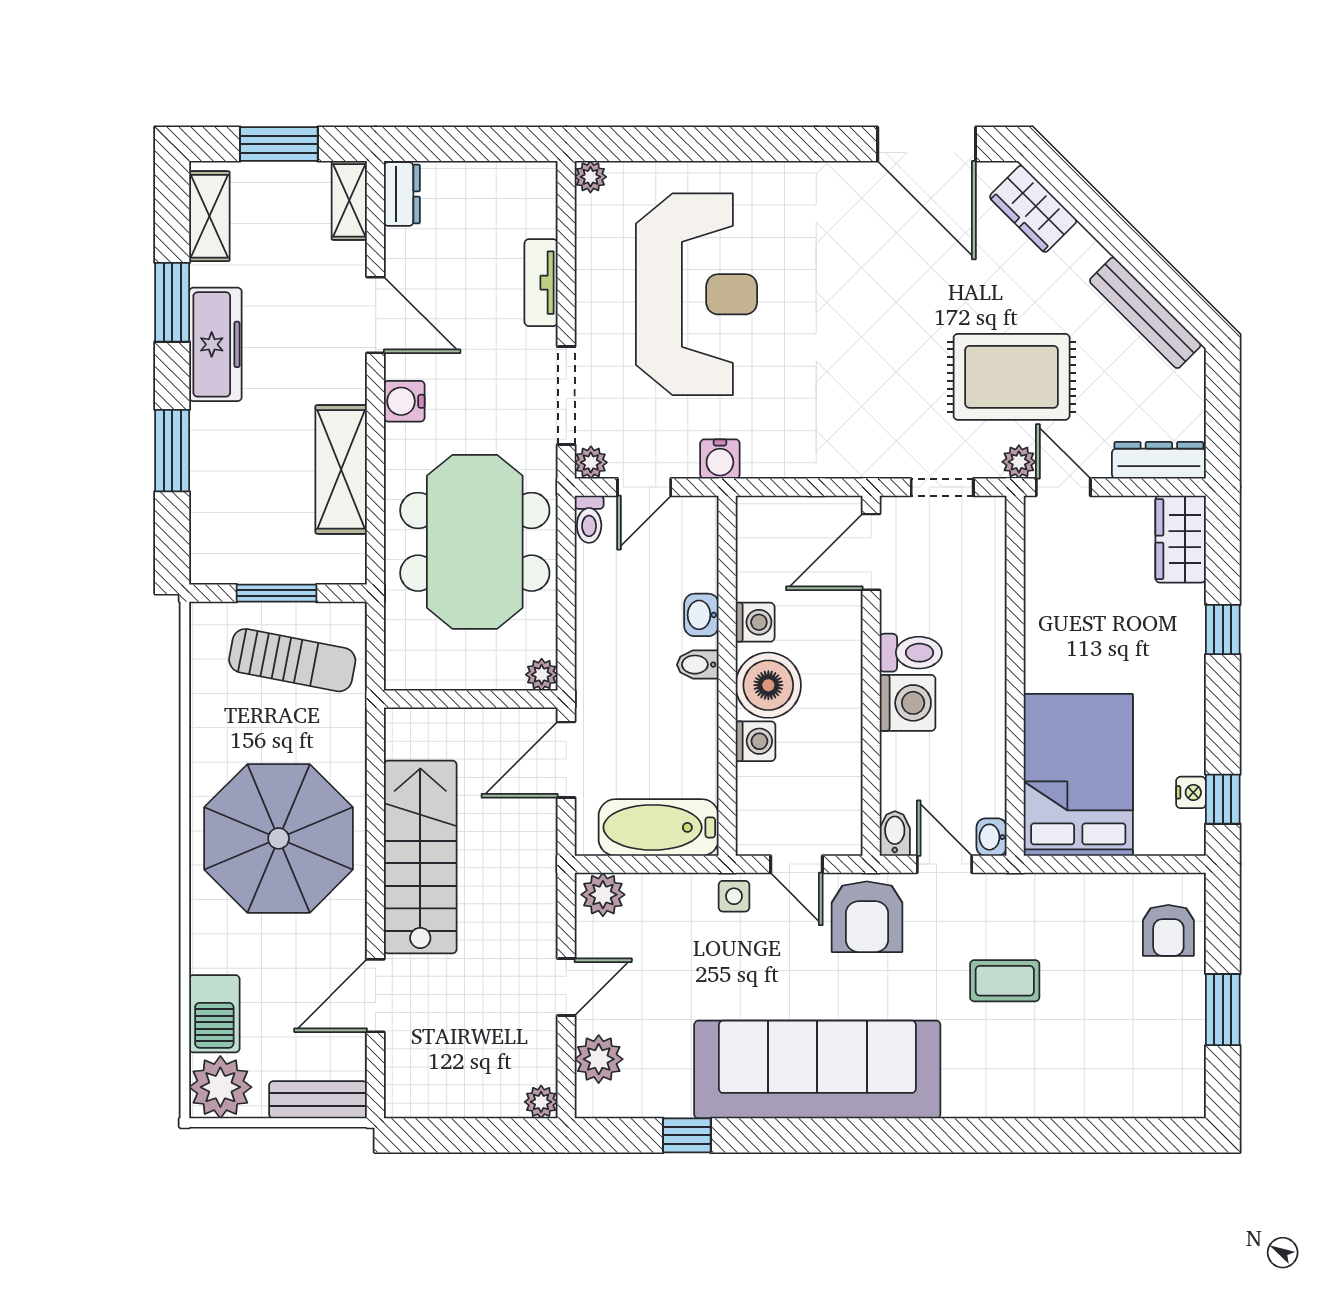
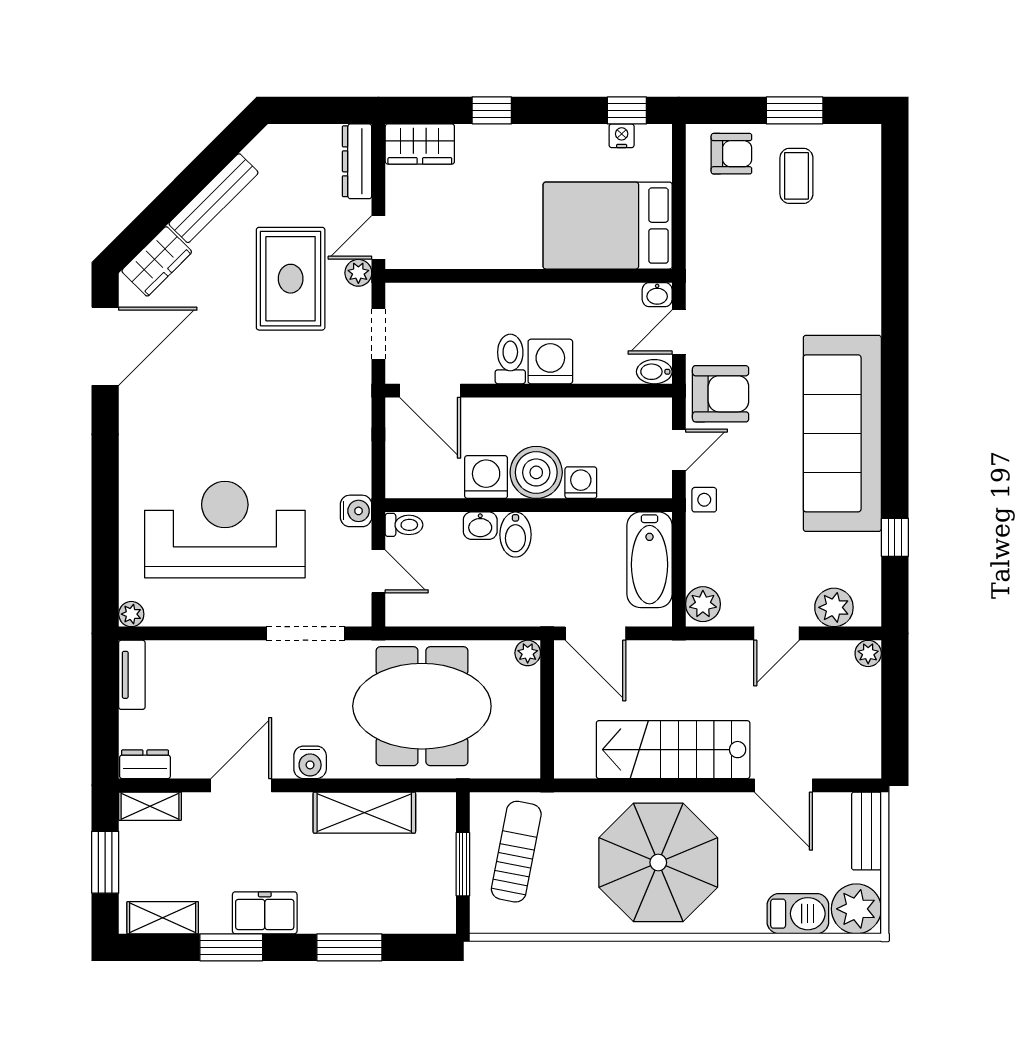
tv unit: (541, 283) -> (132, 675), moved, turned -90
bench: (1145, 313) -> (214, 198), moved
freezer: (215, 344) -> (265, 913), width x0.71
plant: (591, 462) -> (359, 614), removed
toilet: (589, 519) -> (404, 525), moved
washing machine: (755, 622) -> (486, 477), width x1.38, depth x1.38
bidet: (698, 665) -> (515, 535), width x1.38, depth x1.36
coffee table: (1005, 981) -> (796, 176), moved
door: (566, 987) -> (777, 633), swing flipped

